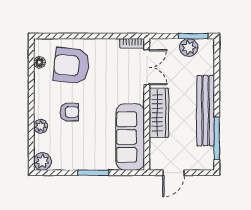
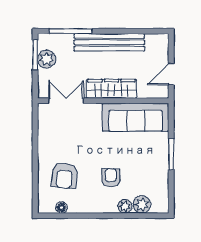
bookcase: (132, 43) -> (42, 115), removed
armchair: (71, 66) -> (65, 176), width x0.73, depth x0.73
window: (217, 138) -> (71, 31), moved
plant: (42, 161) -> (142, 204), moved
door: (173, 173) -> (171, 74), swing flipped

